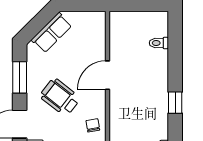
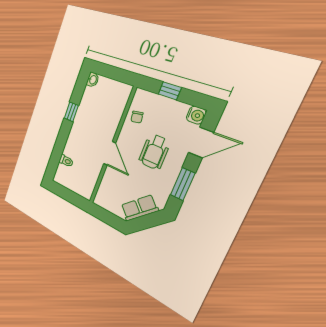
door: (108, 75) -> (110, 153), hinge flipped
wheelchair: (60, 97) -> (154, 152), turned 52

